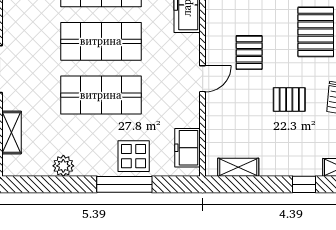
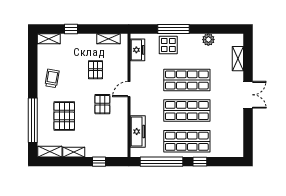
pallet: (289, 99) -> (95, 70), moved, turned 90

